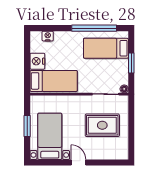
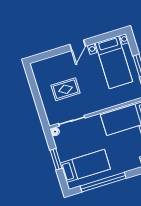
rug: (102, 125) -> (66, 89), width x0.73, depth x0.70
door: (79, 163) -> (78, 45), hinge flipped

